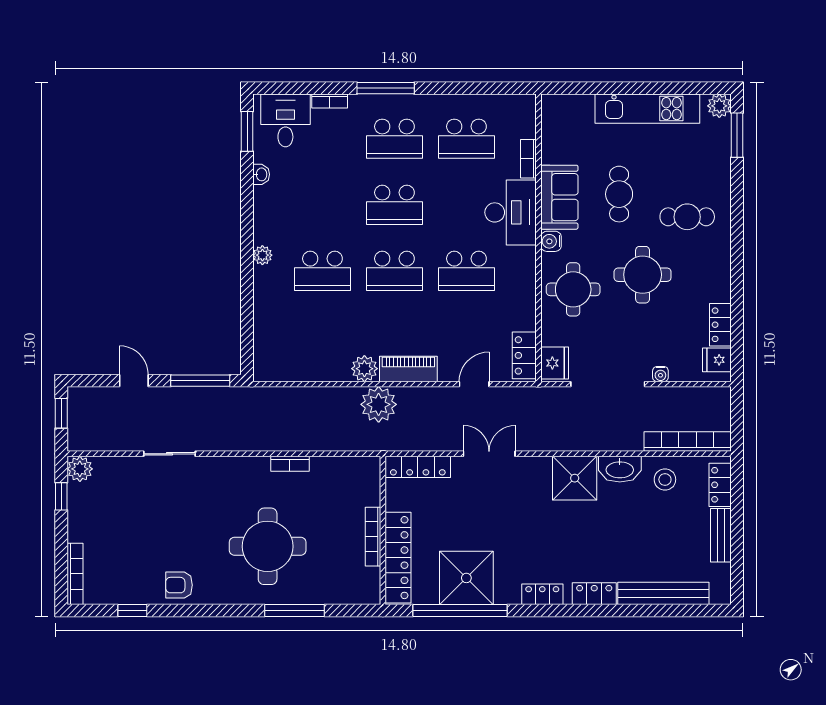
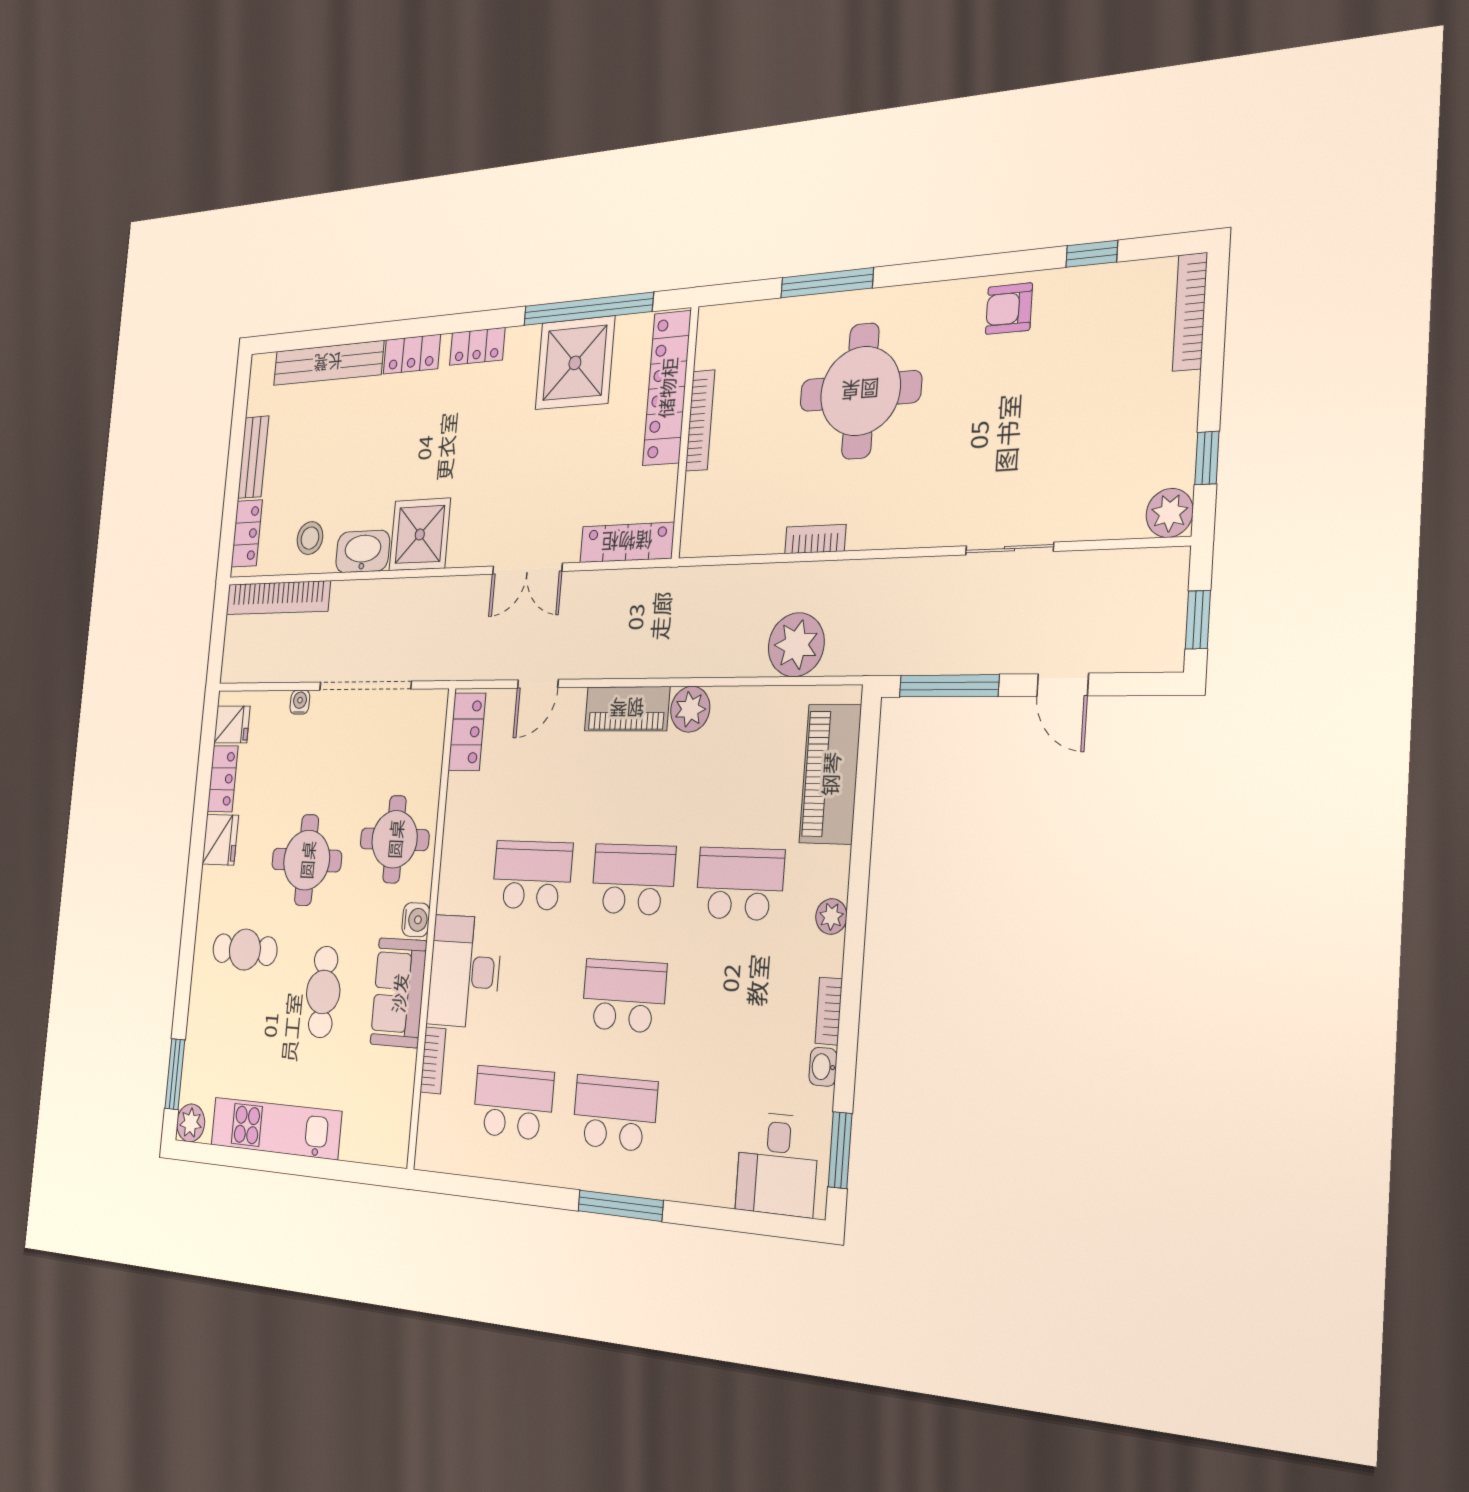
bookcase: (330, 101) -> (829, 1011), moved, turned -90
piano: (269, 333) -> (830, 774), added
fridge: (555, 363) -> (220, 840), moved, turned 180
plant: (379, 404) -> (796, 645), moved
armchair: (179, 585) -> (1009, 309), turned 180

